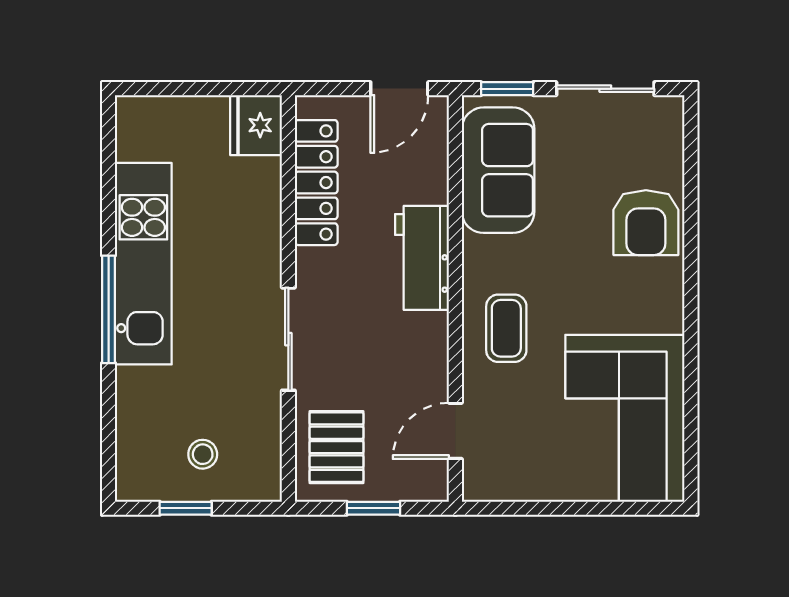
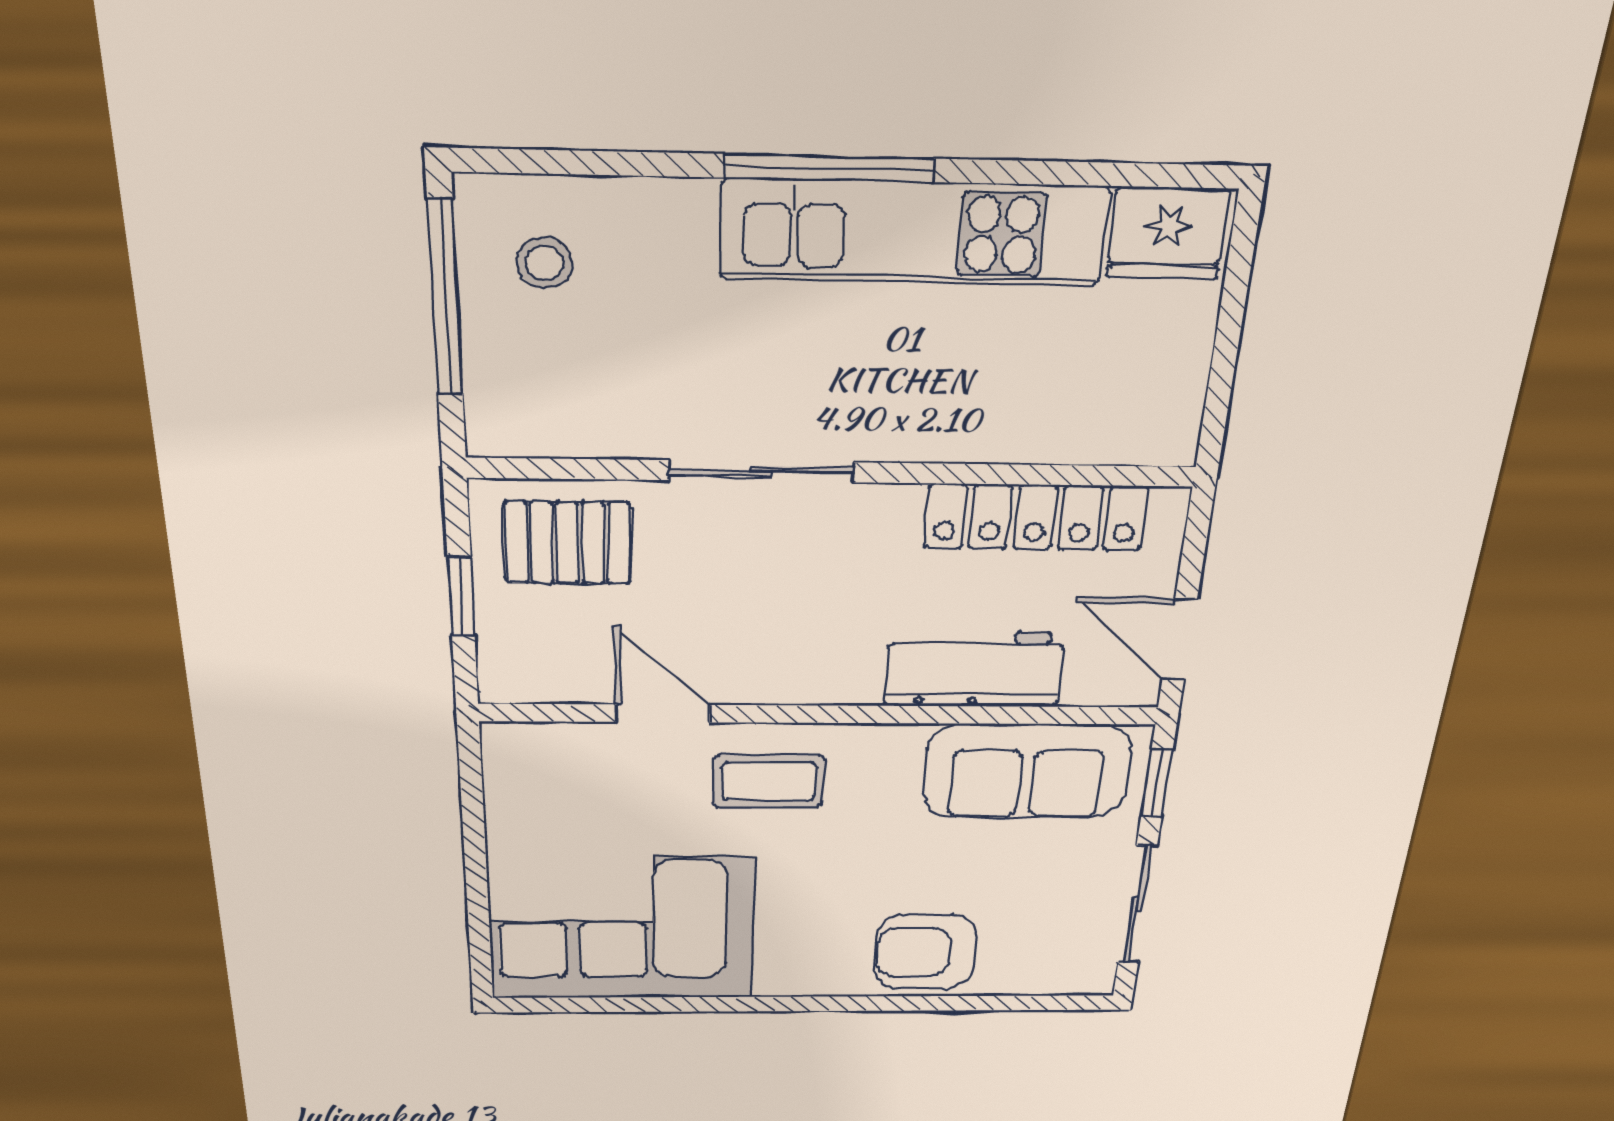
fridge: (256, 125) -> (1168, 233), moved, turned 180
workbench: (422, 258) -> (974, 669), moved
door: (455, 431) -> (662, 713), moved
stool: (203, 454) -> (545, 263), moved
window: (186, 508) -> (445, 298), width x2.17

